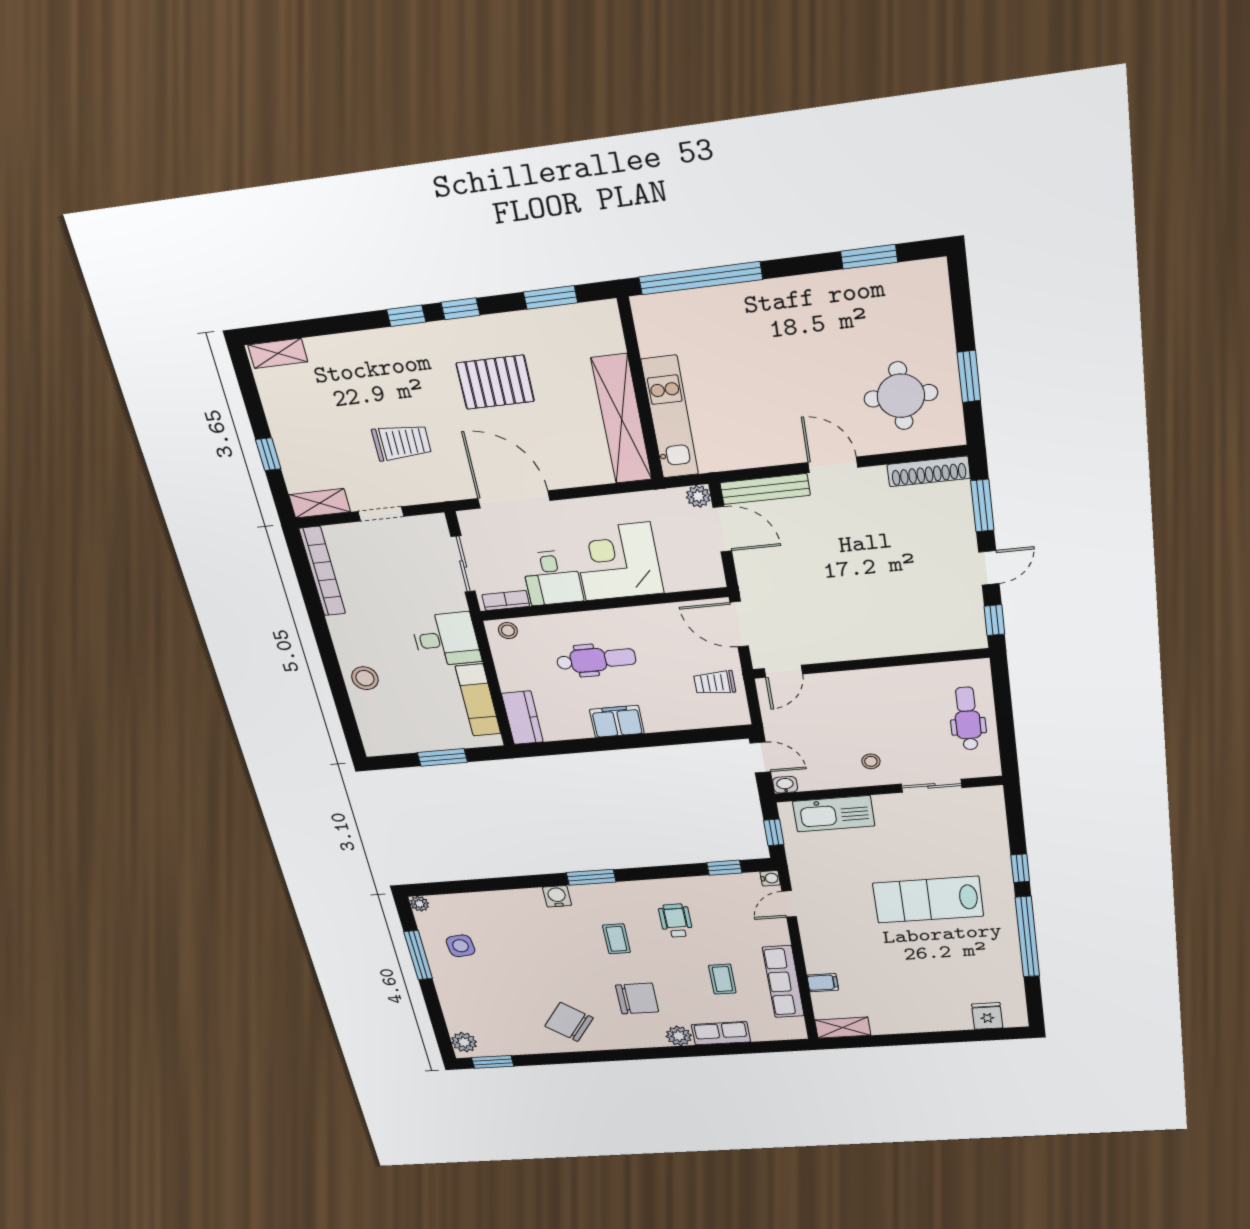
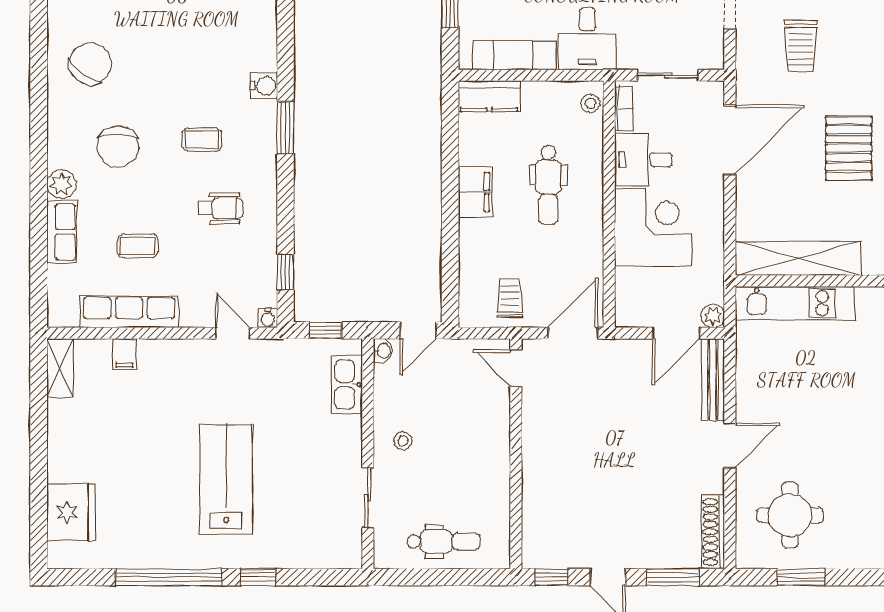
kitchen sink: (834, 814) -> (347, 384), width x0.73, depth x0.81
fridge: (987, 1016) -> (71, 512), width x1.88, depth x1.34

